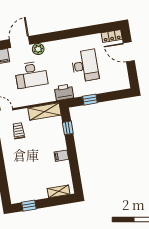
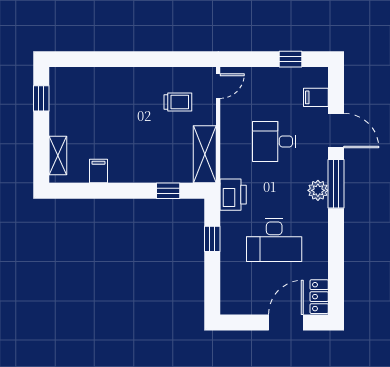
window: (49, 37) -> (336, 184), added
plant: (38, 49) -> (318, 190), moved
desk: (31, 75) -> (274, 141), width x0.73
filing cabinet: (61, 156) -> (98, 171), moved

